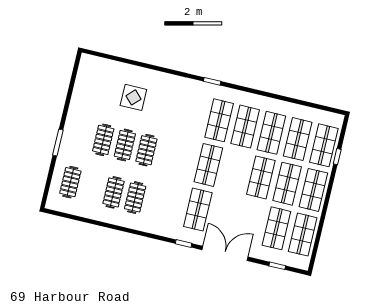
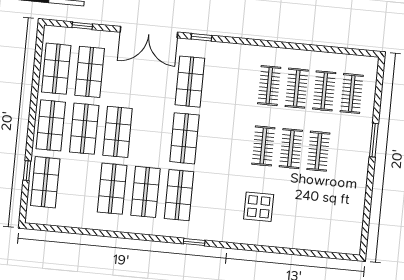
display table: (133, 97) -> (259, 207), moved
shop shelf: (298, 139) -> (79, 185), removed
clothes rail: (92, 187) -> (324, 91), added

